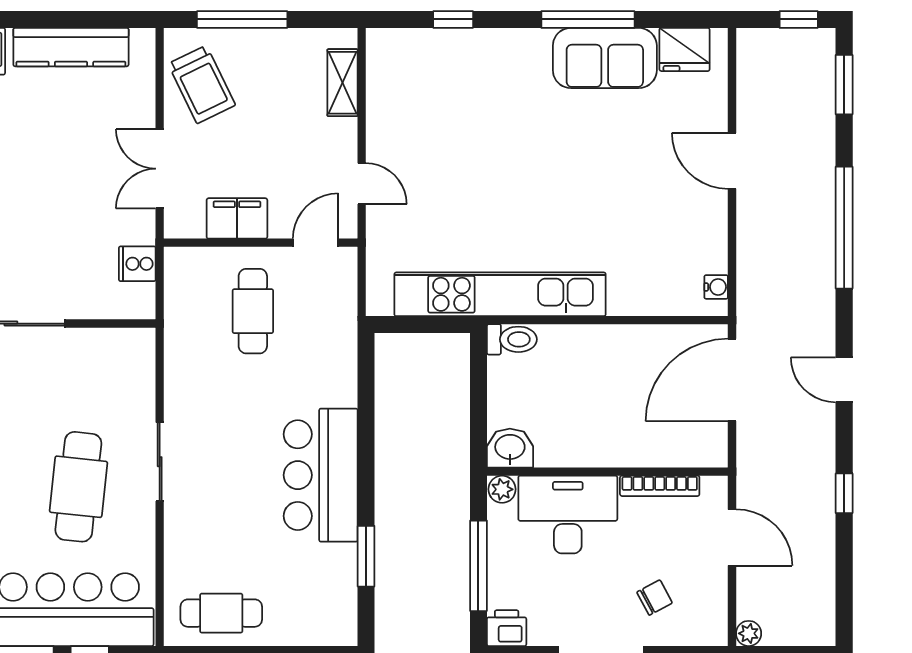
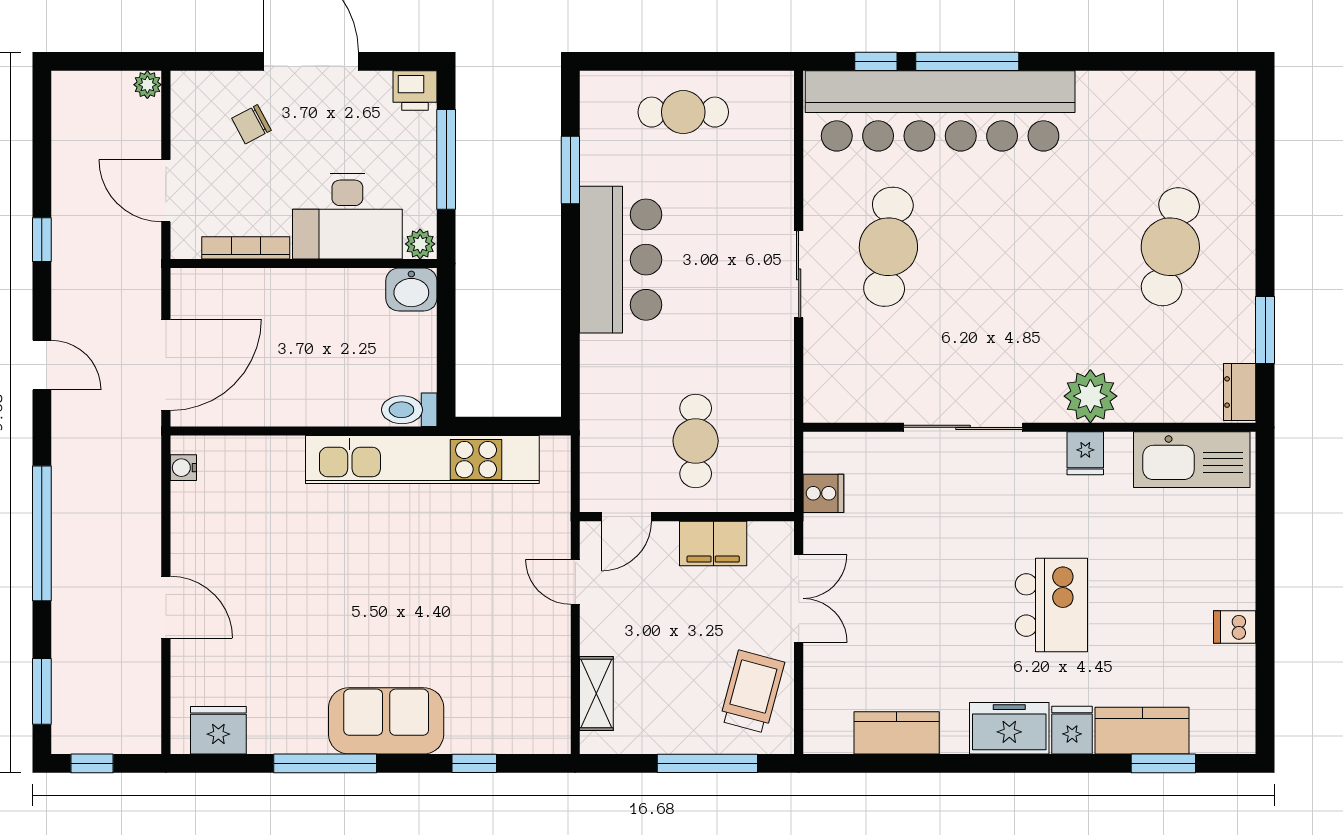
kitchen counter: (71, 47) -> (897, 733), width x0.67
sofa: (605, 58) -> (386, 721), moved
trolley: (202, 84) -> (752, 692), turned 41
cafe table: (221, 613) -> (683, 112), moved

